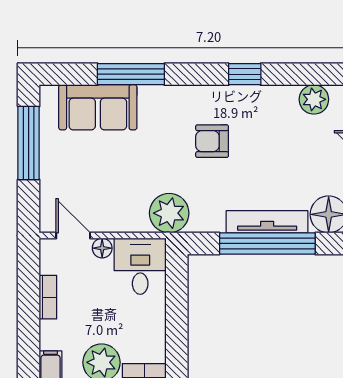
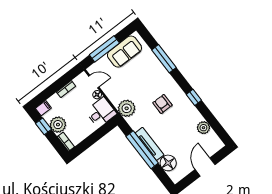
sofa: (98, 107) -> (124, 52), moved, turned -90
window: (29, 143) -> (104, 49), moved
door: (73, 236) -> (94, 81), hinge flipped

